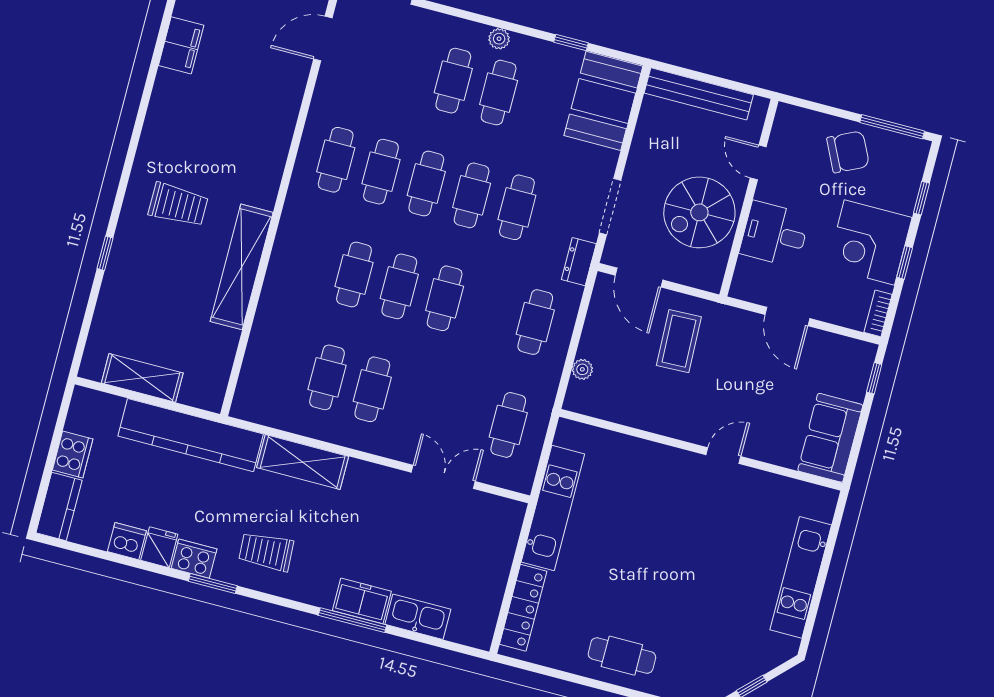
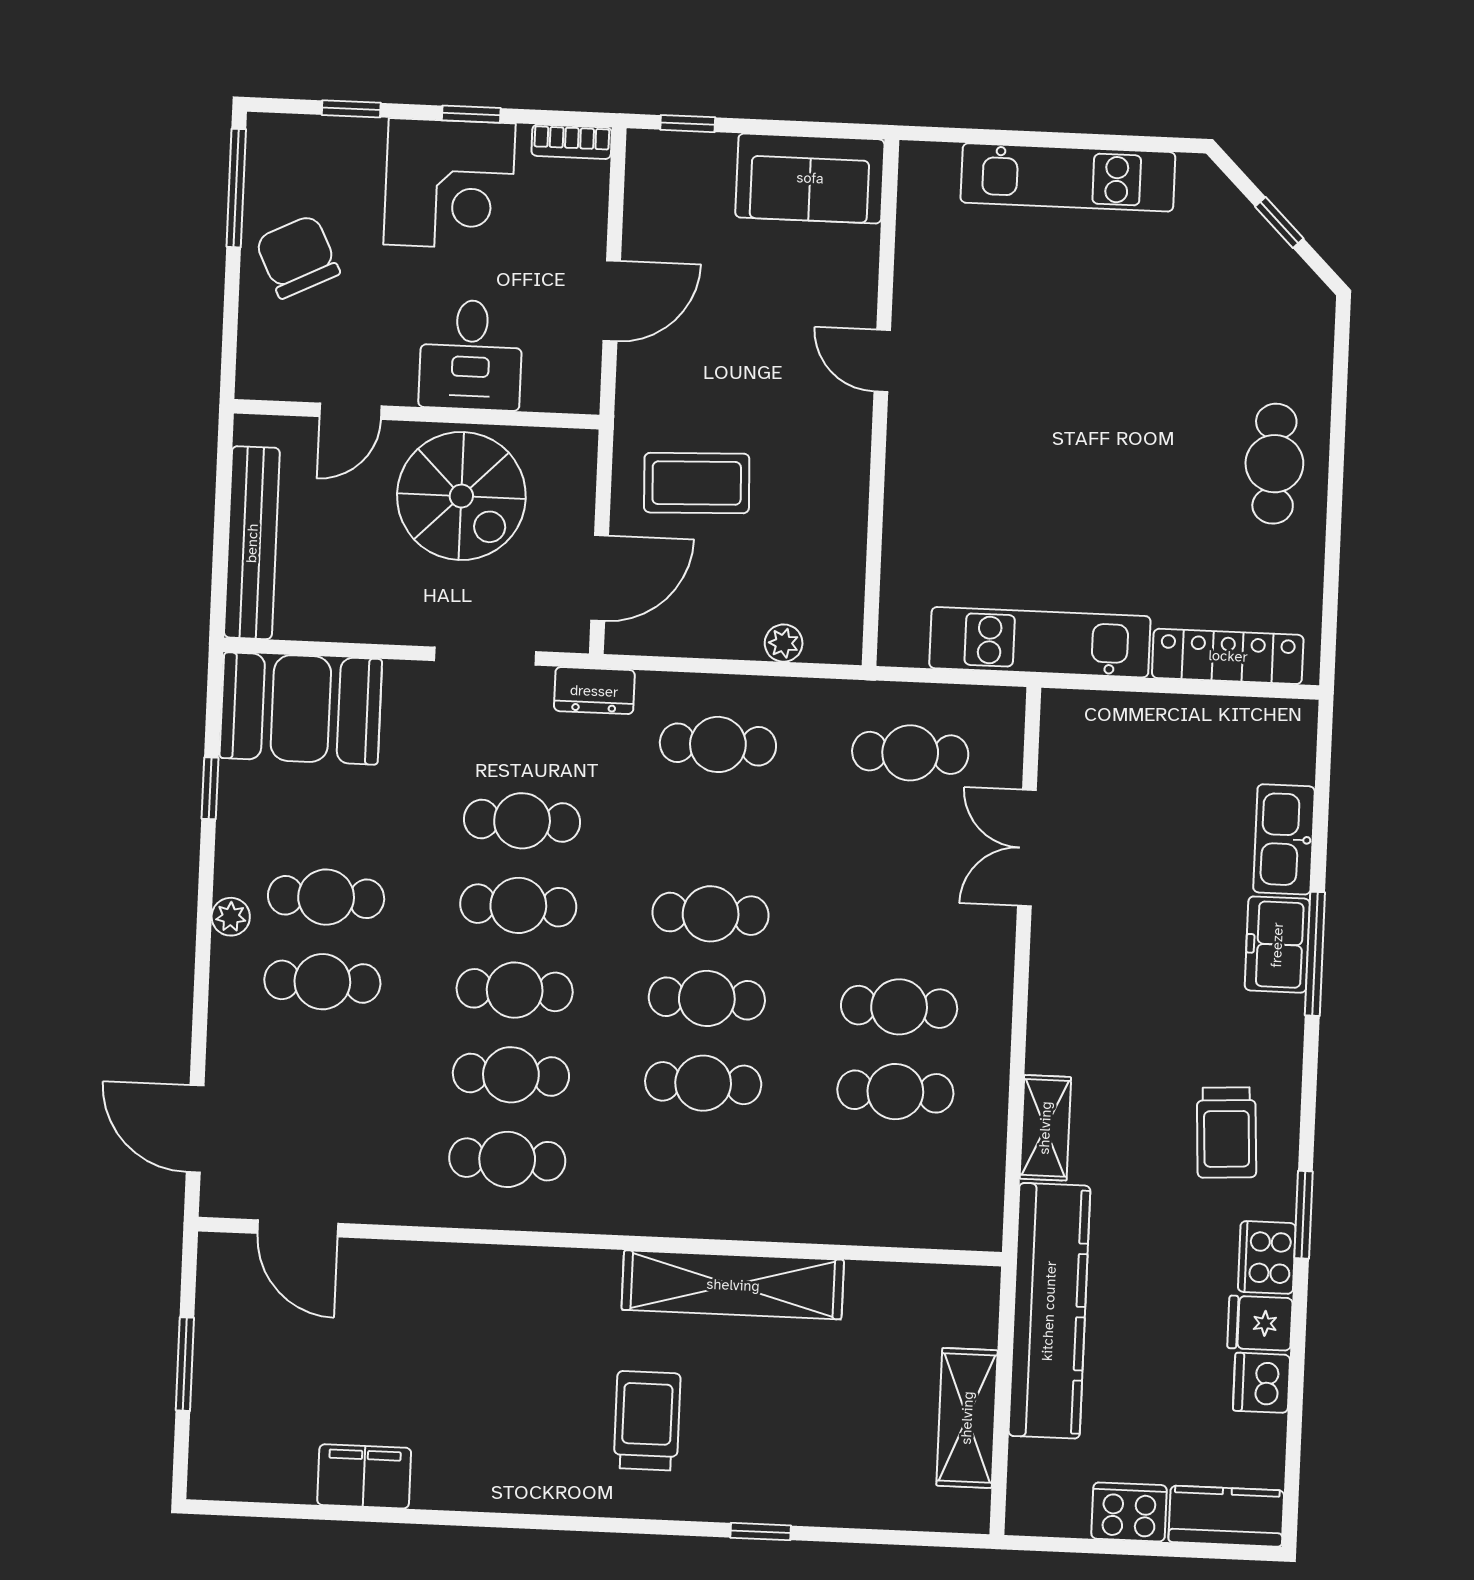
shelving: (303, 462) -> (1045, 1128), width x0.67, depth x0.75

